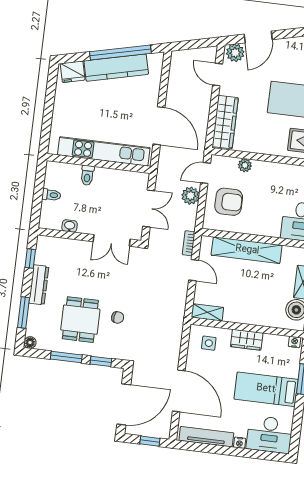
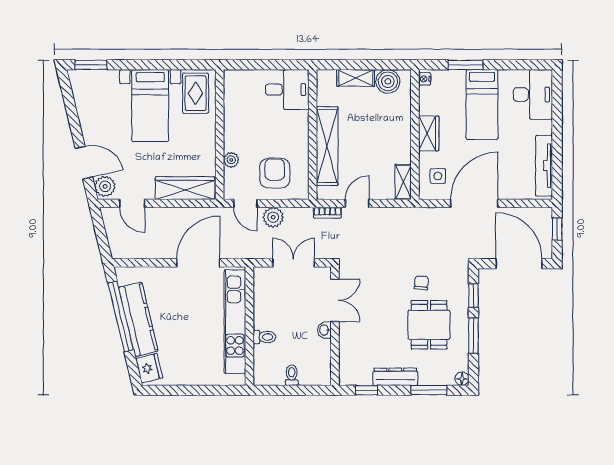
door: (218, 75) -> (132, 203), hinge flipped
washbasin: (70, 226) -> (324, 330), moved
dining table: (80, 320) -> (429, 325), turned 90
door: (179, 391) -> (474, 203), moved
nightstand: (240, 443) -> (546, 127), removed

